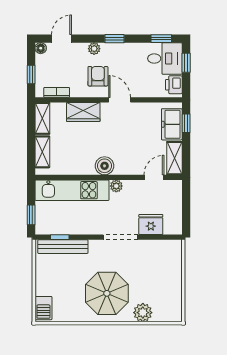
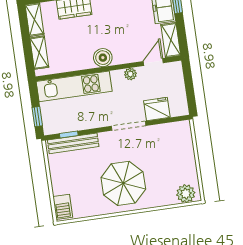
plant: (116, 186) -> (130, 74), moved
plant: (143, 313) -> (186, 194), moved

